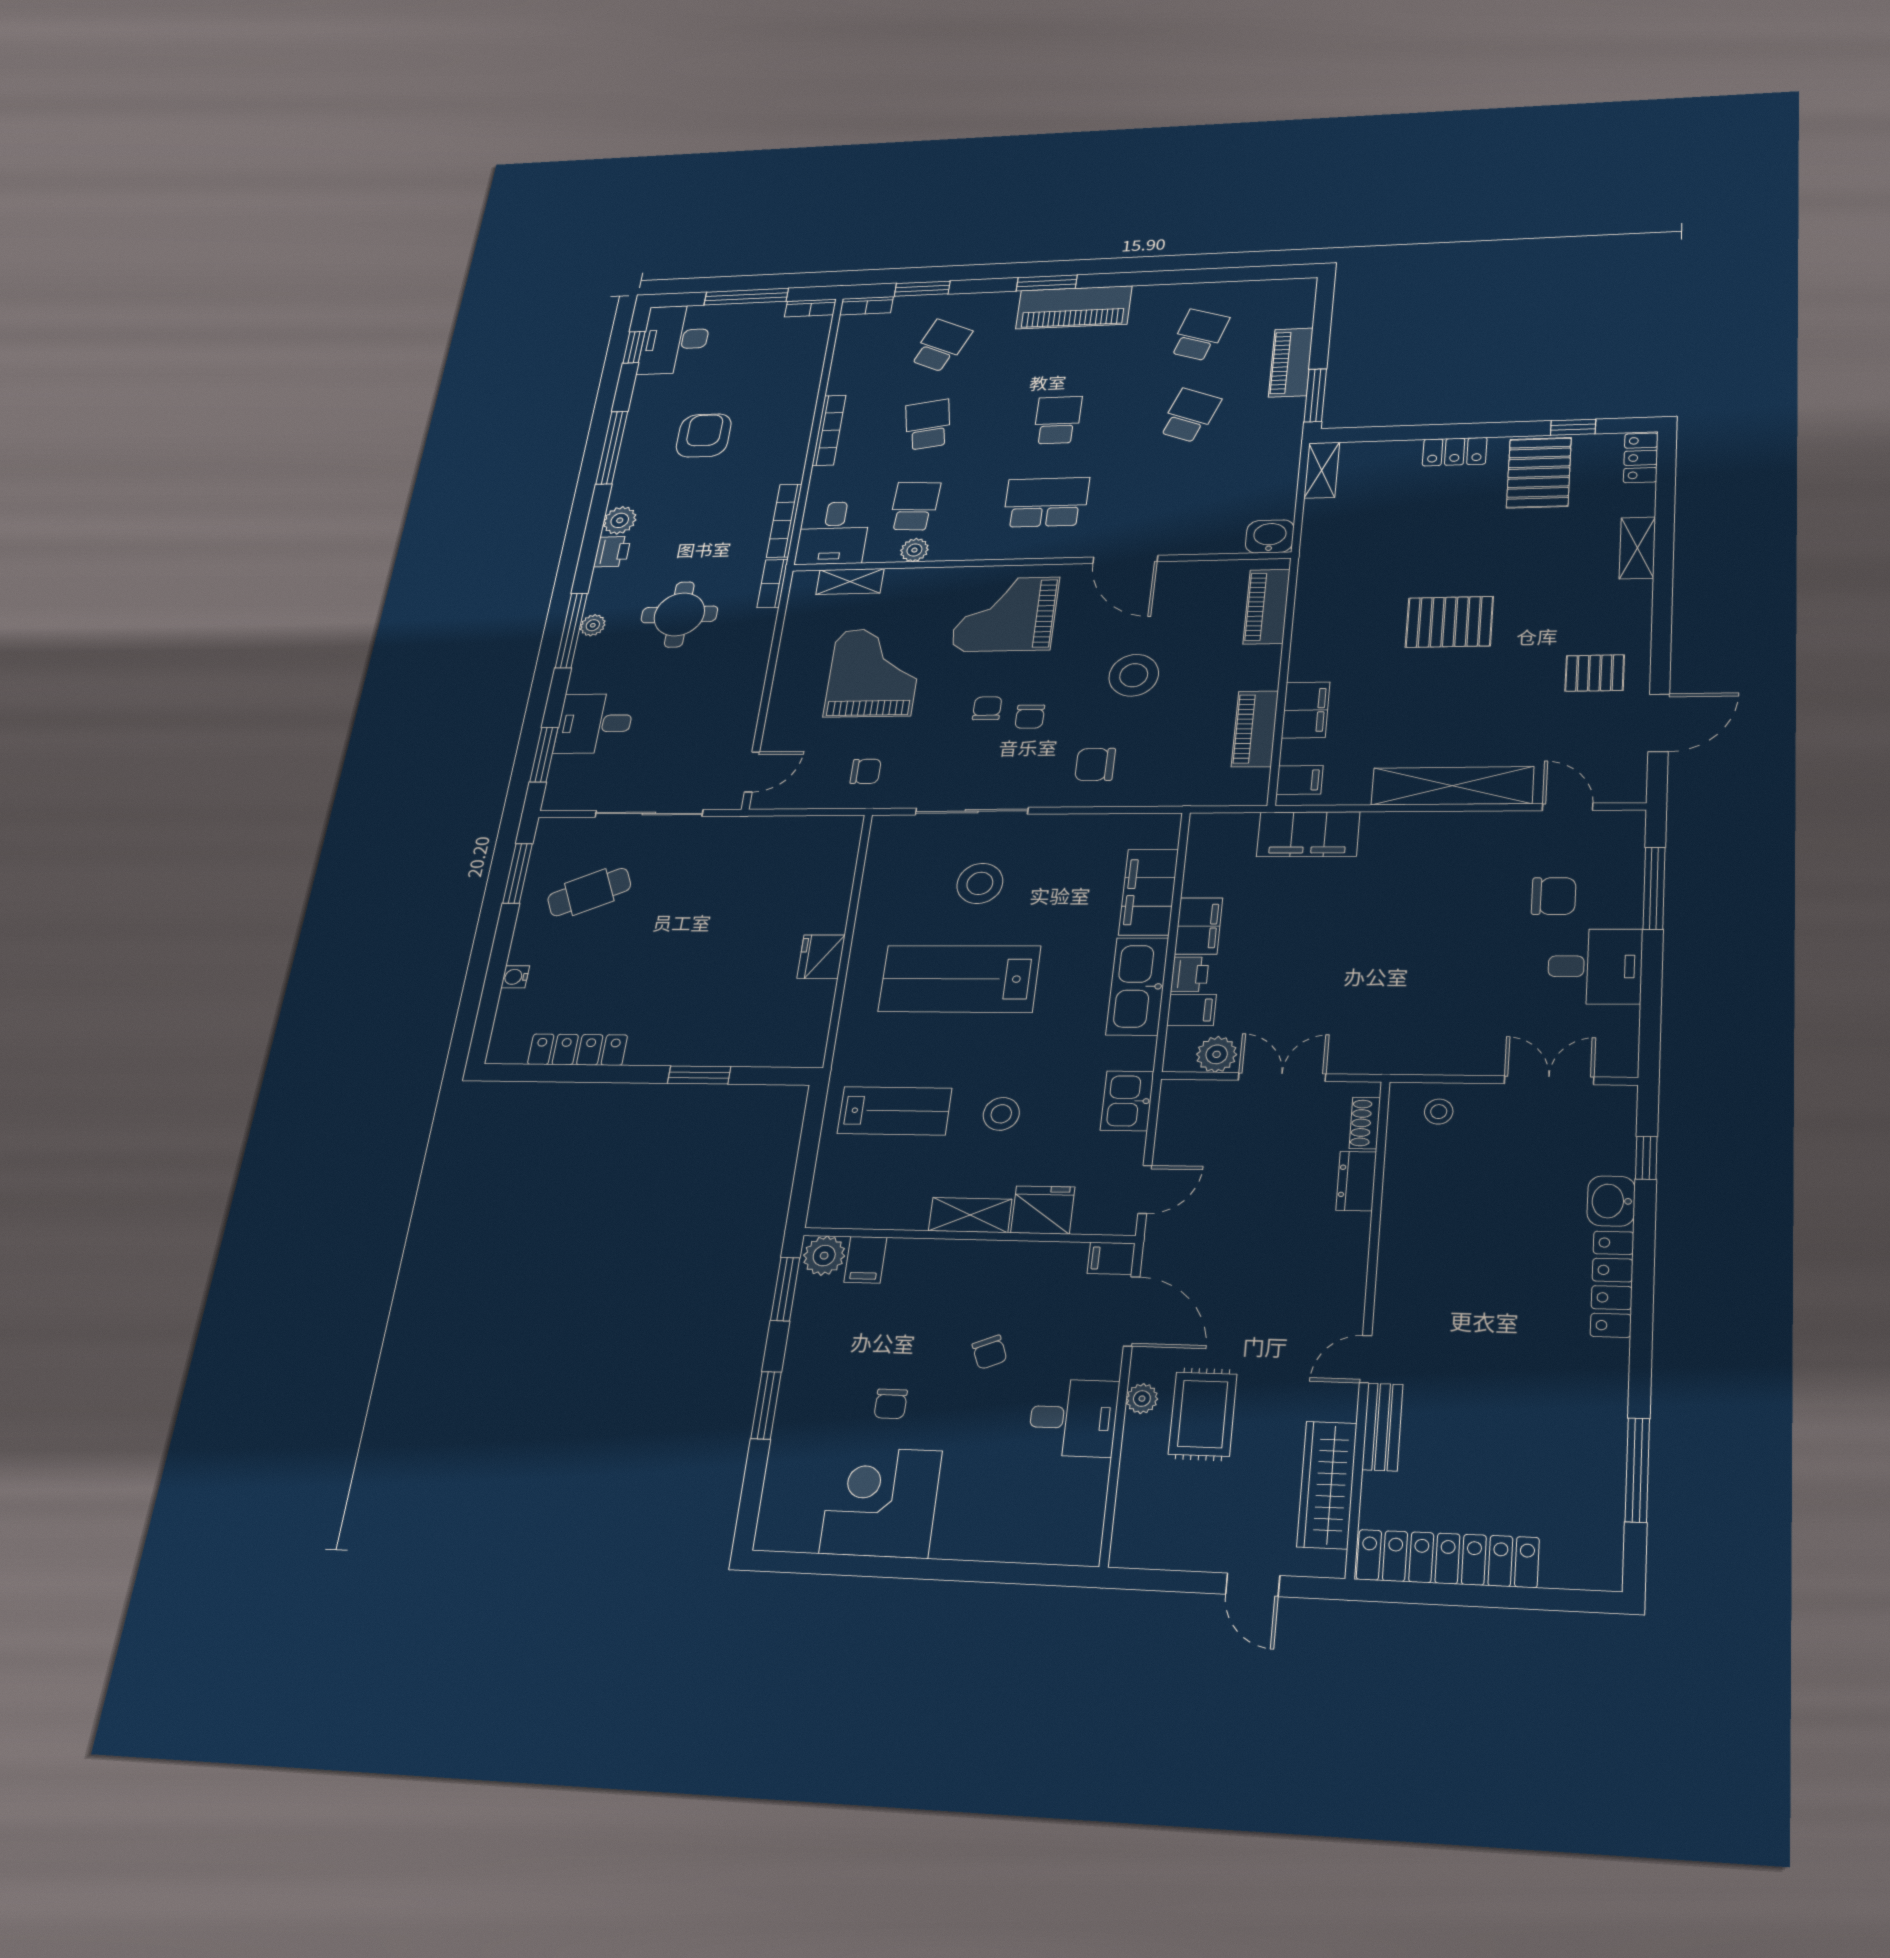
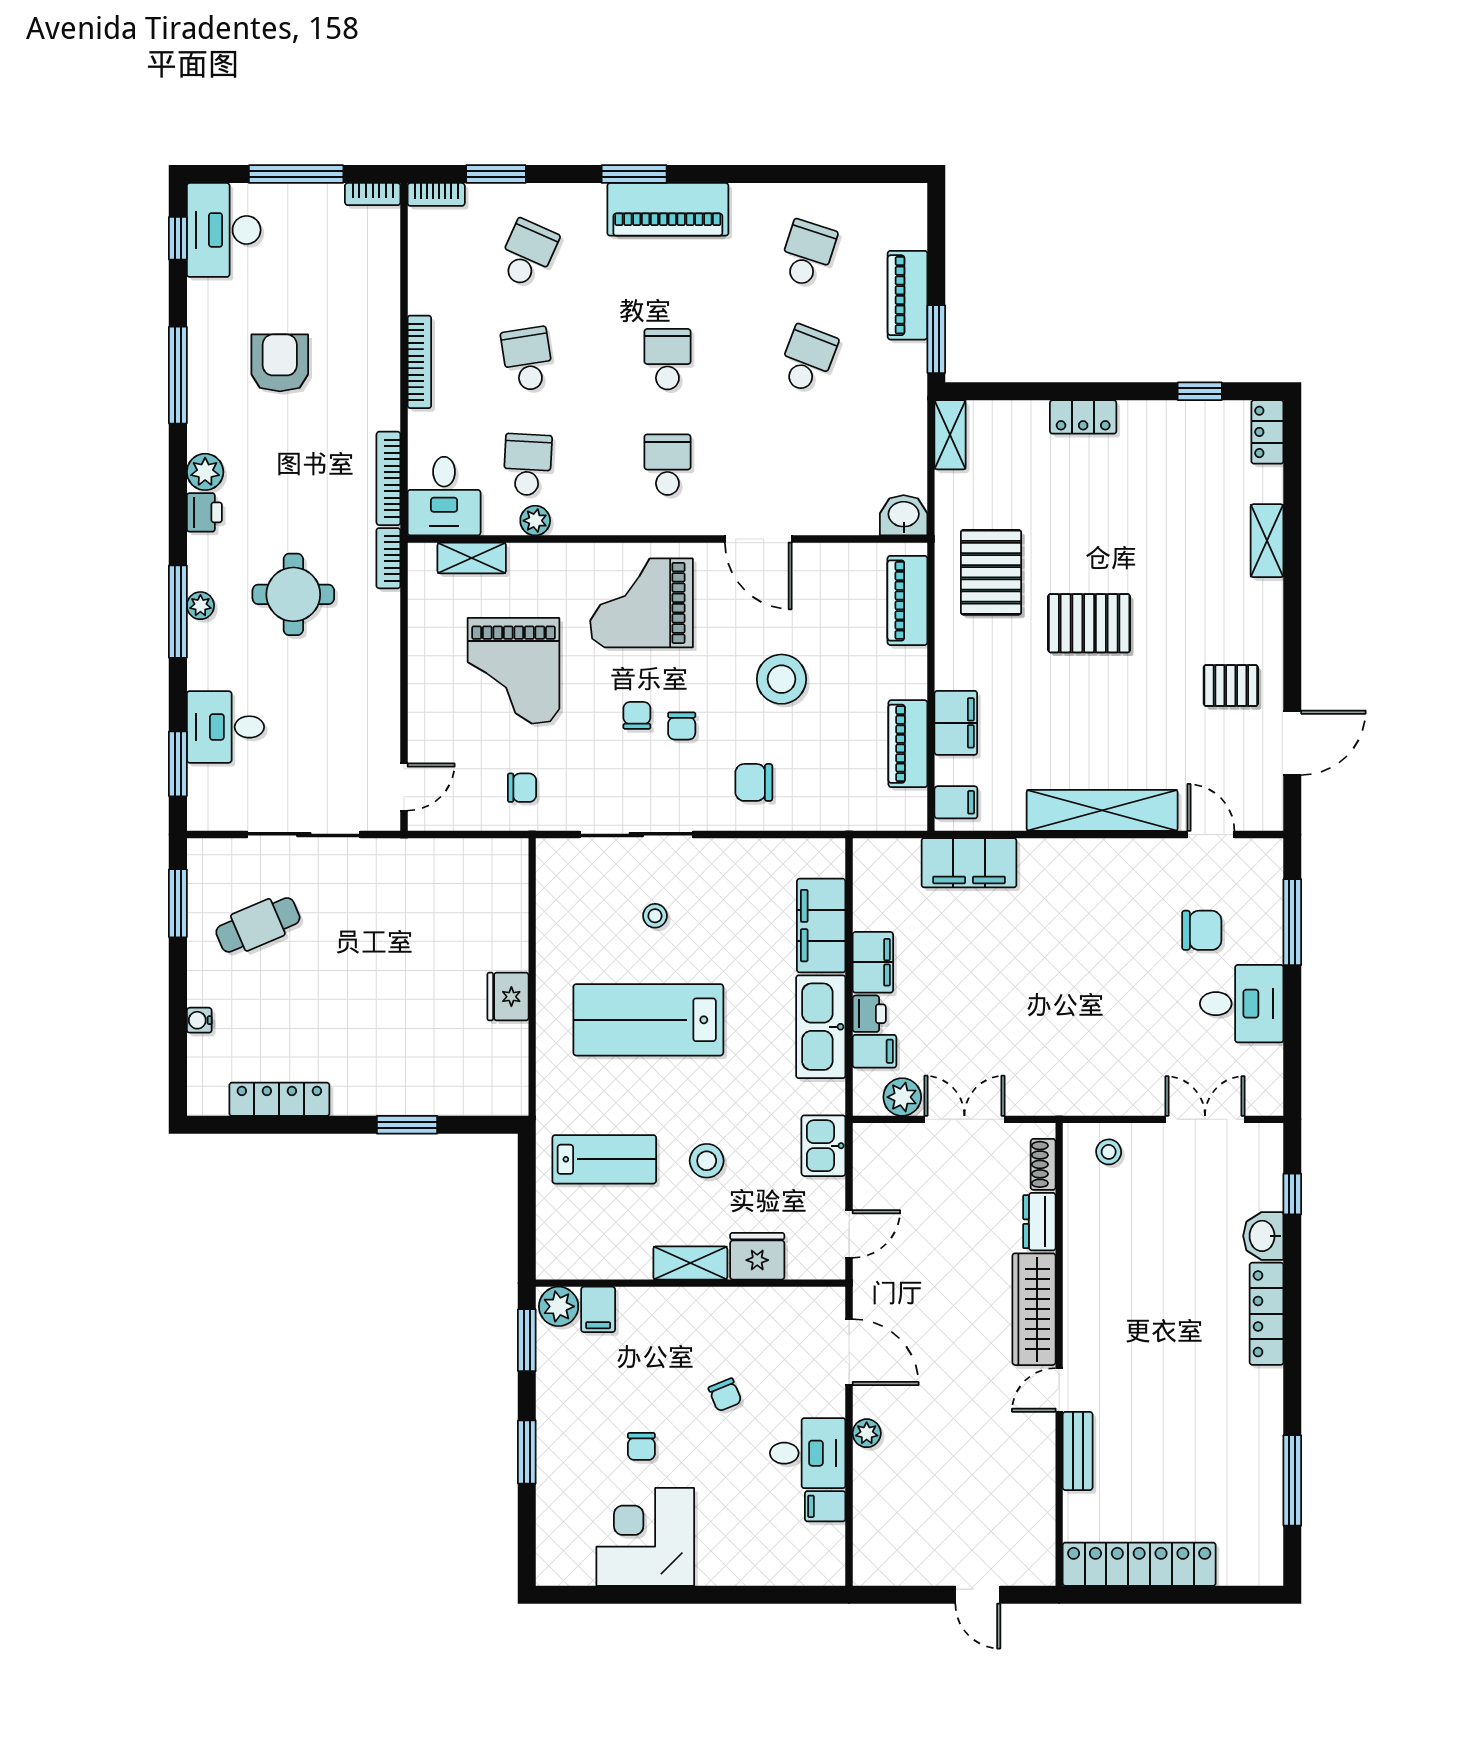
pallet: (1539, 473) -> (991, 572), moved
school desk: (1046, 502) -> (667, 465), width x0.54
grand piano: (874, 673) -> (514, 671), turned 180
stool: (980, 883) -> (655, 916), width x0.53, depth x0.53
filing cabinet: (1111, 1258) -> (825, 1506), moved
rug: (1203, 1414) -> (922, 1445), removed
wardrobe: (1327, 1485) -> (1034, 1309), moved

